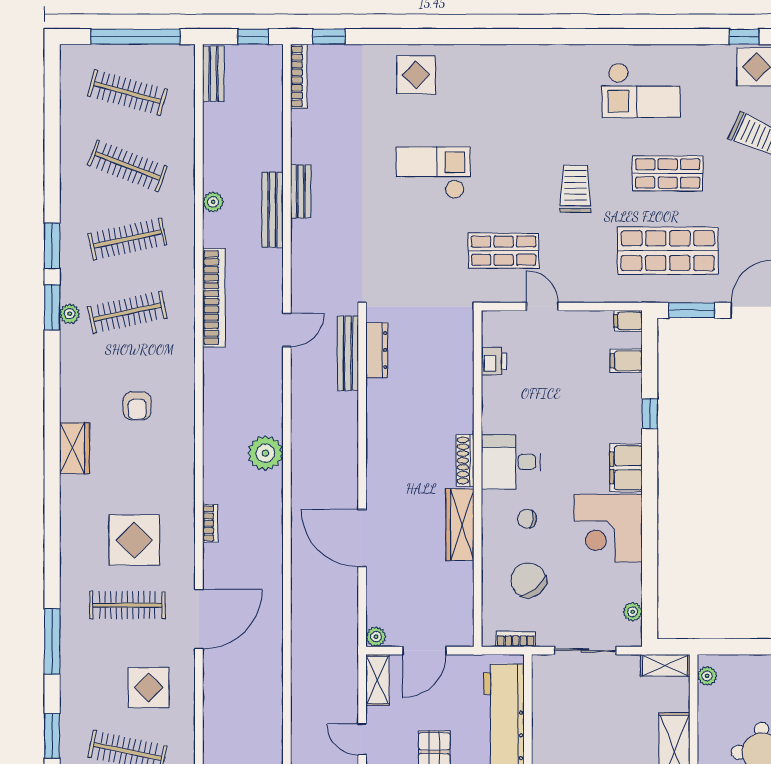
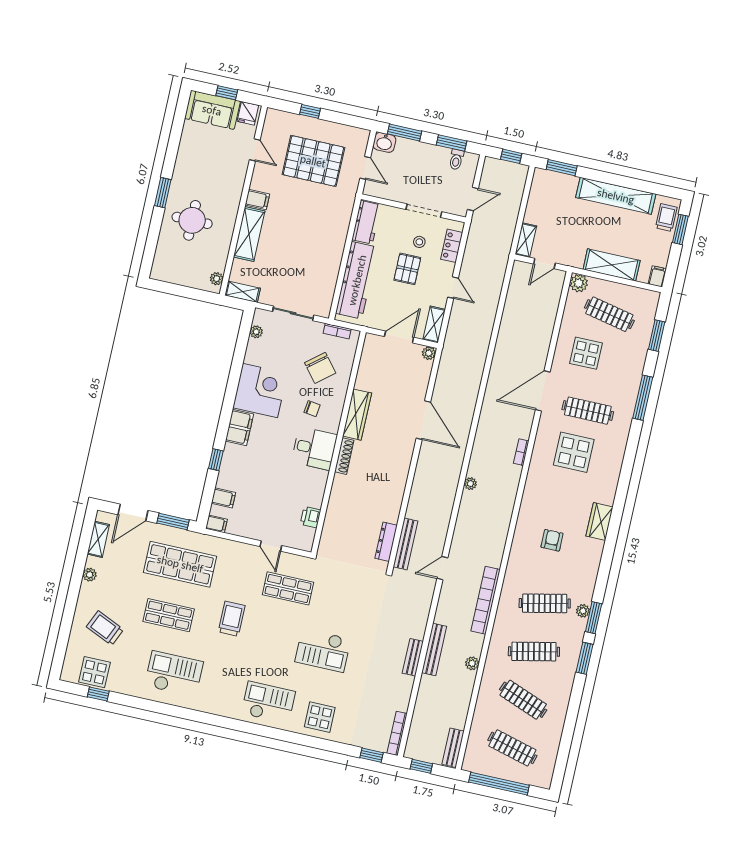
checkout: (495, 79) -> (268, 703), added
trolley: (575, 189) -> (232, 619), turned 180
plant: (265, 453) -> (470, 484), width x0.53, depth x0.53

